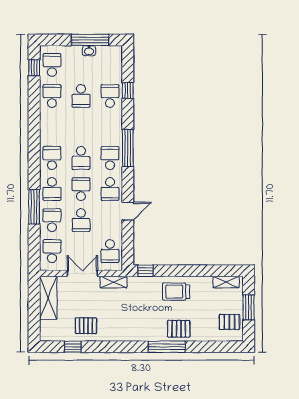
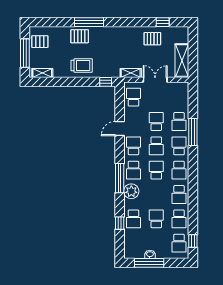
plant: (113, 131) -> (131, 191), added
school desk: (52, 251) -> (179, 195), moved
double door: (82, 273) -> (155, 80), swing flipped
window: (249, 307) -> (25, 53), width x1.44

